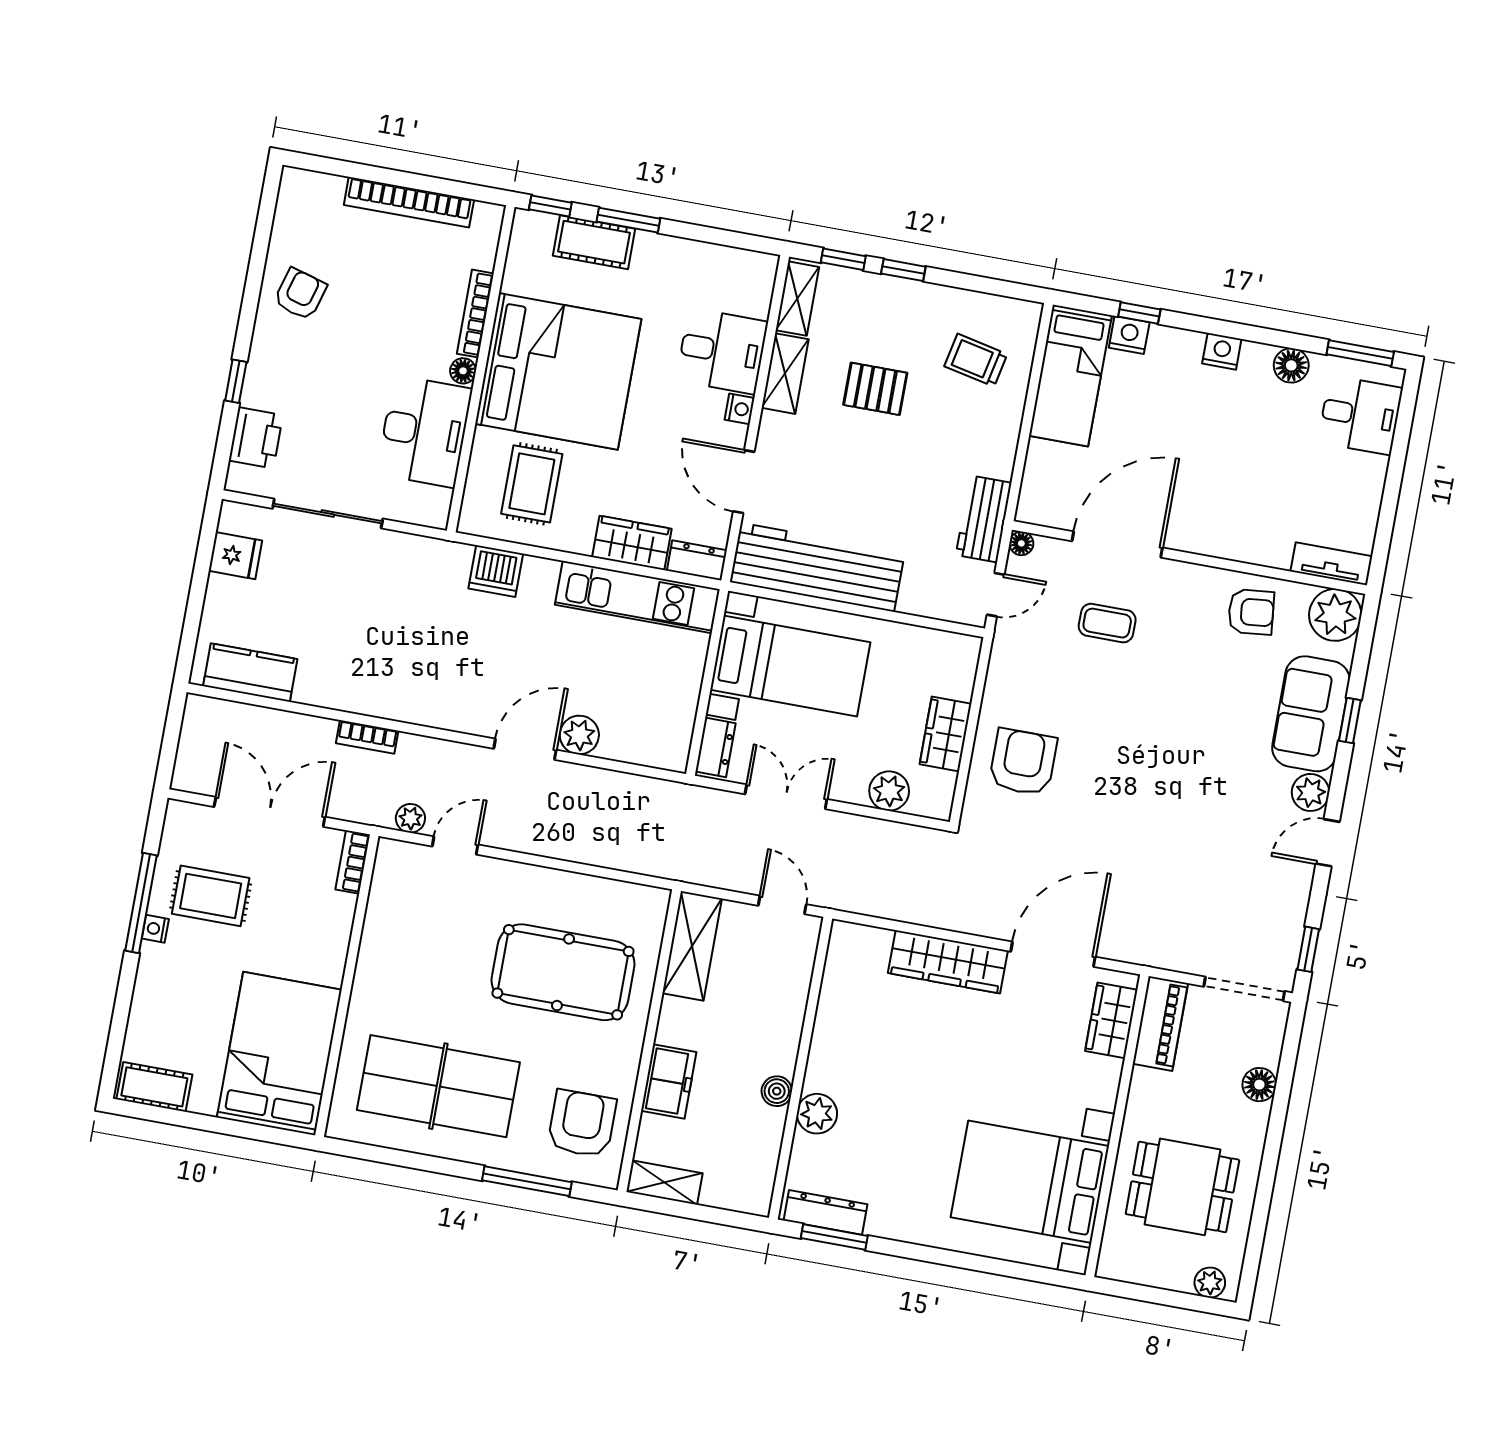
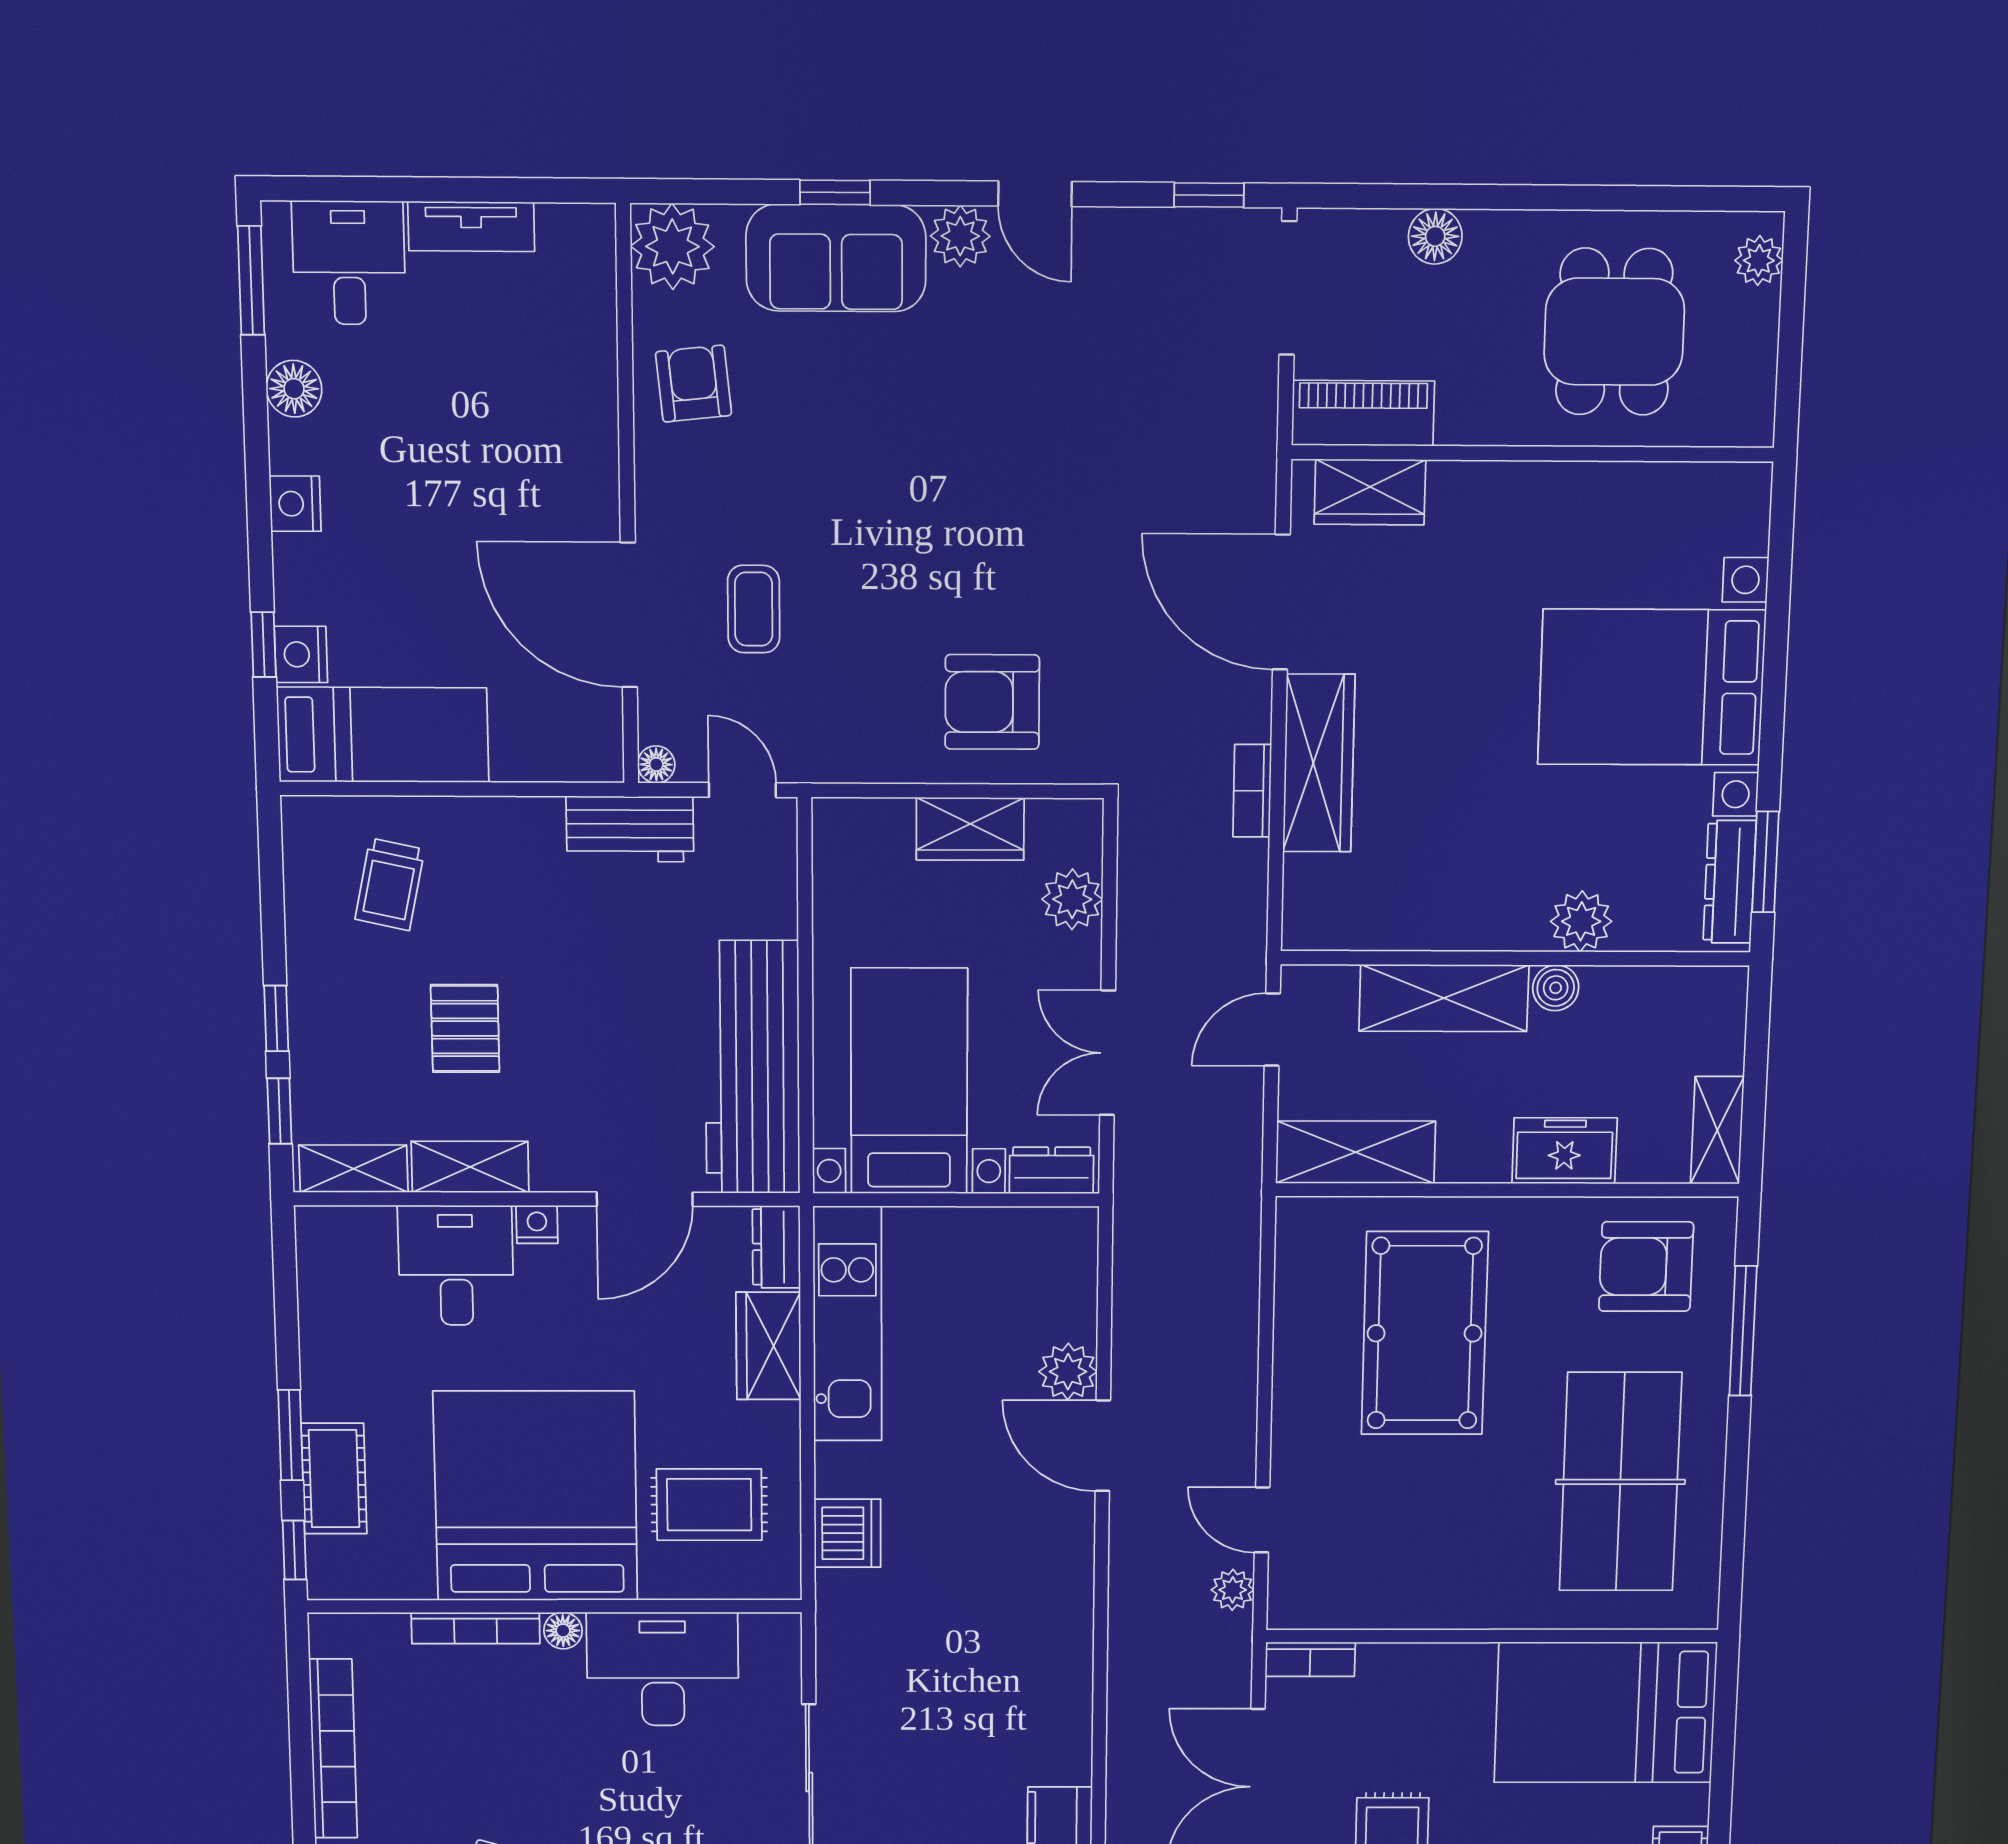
tv unit: (1331, 564) -> (471, 226), moved, turned -90
bookcase: (367, 737) -> (1252, 791), moved, turned 180
shelving: (783, 1018) -> (1444, 998), added
bed with nightstands: (1030, 1182) -> (1652, 687), moved, turned 90

